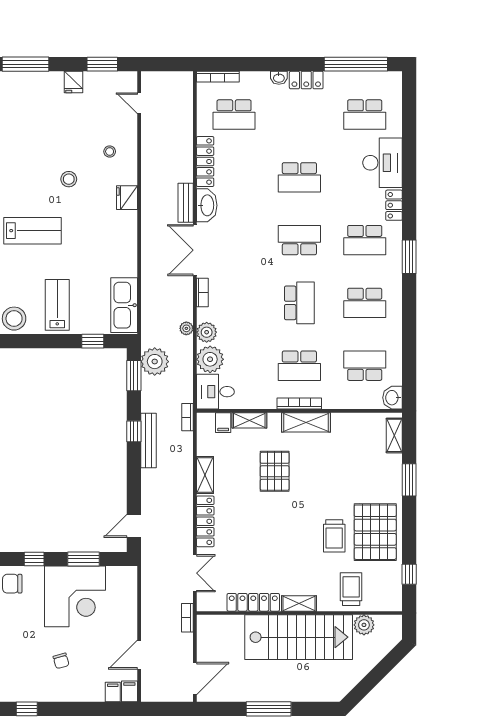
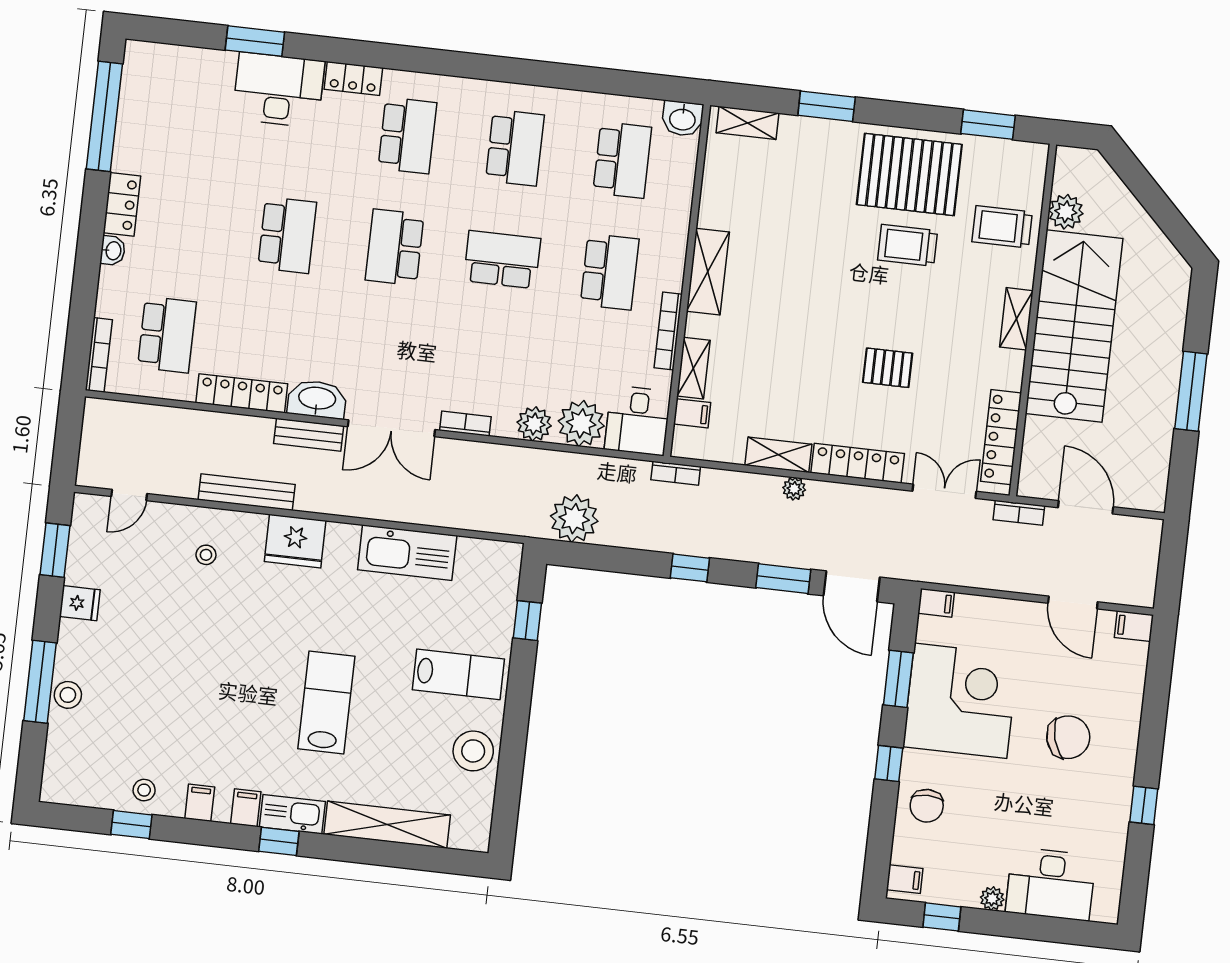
school desk: (365, 115) -> (192, 111), removed
stool: (69, 179) -> (68, 695), moved
fridge: (127, 198) -> (295, 541), width x1.36, depth x1.34
window: (409, 257) -> (255, 41), moved
lab bench: (57, 305) -> (458, 674), turned 180
kitchen sink: (124, 305) -> (407, 553), moved
plant: (186, 328) -> (794, 489), moved
school desk: (365, 366) -> (622, 160), turned 180
window: (134, 376) -> (783, 579), moved
bookcase: (299, 403) -> (668, 331), moved
bench: (148, 441) -> (247, 492), moved
pallet: (275, 471) -> (888, 368), moved, width x0.67, depth x0.71
door: (134, 526) -> (852, 586), width x1.38
trolley: (334, 536) -> (908, 245), turned 180
window: (409, 574) -> (988, 125), width x1.50
locker: (253, 602) -> (1001, 437), moved
chair: (61, 661) -> (1068, 737), width x1.87, depth x1.87
door: (195, 678) -> (1086, 507), moved
filing cabinet: (113, 692) -> (936, 603), moved, turned 180

